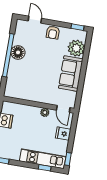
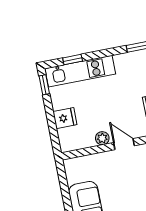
door: (63, 109) -> (124, 144), moved

